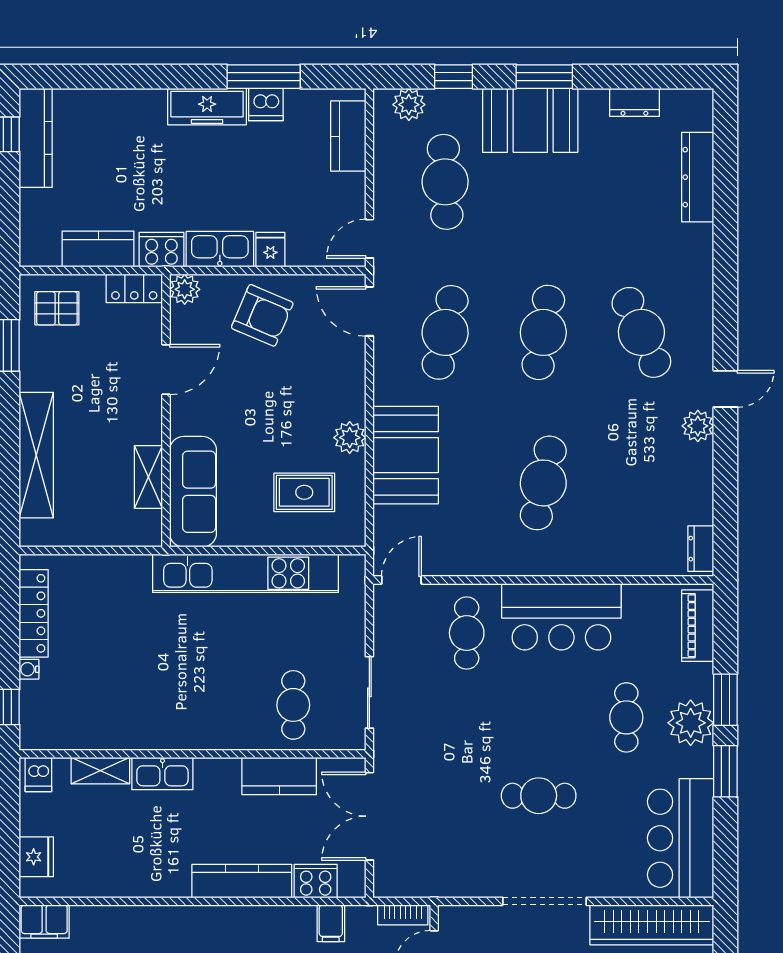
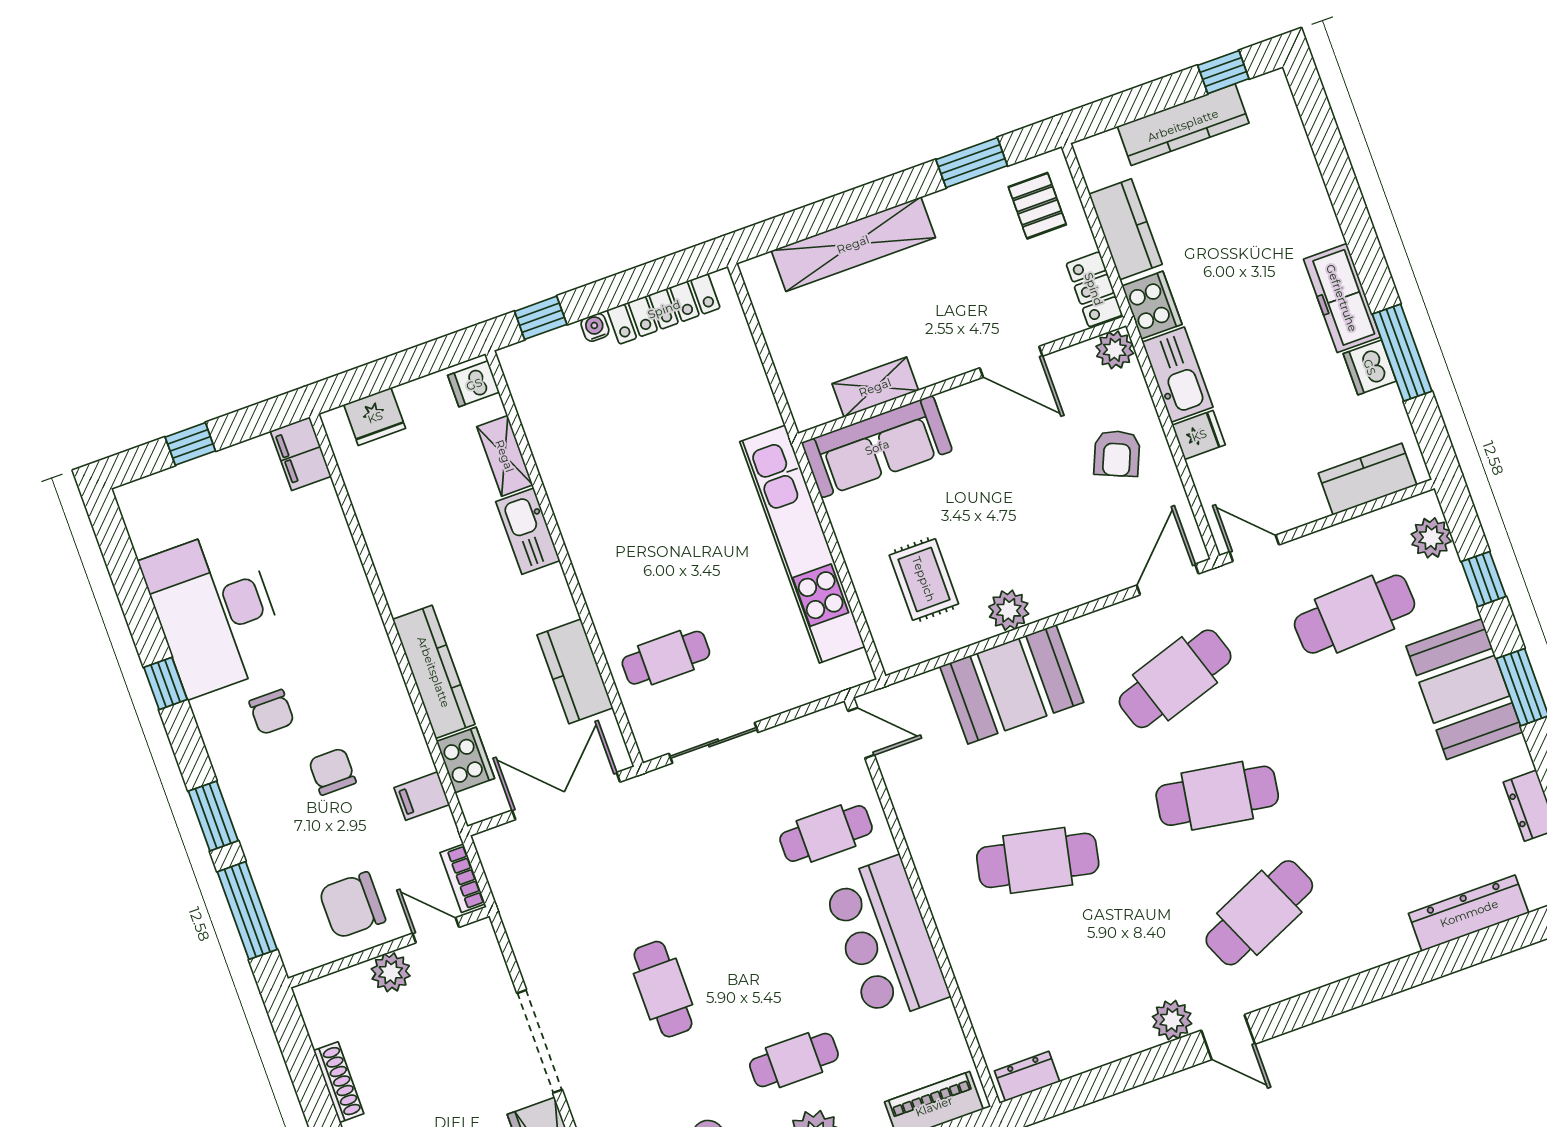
kitchen counter: (36, 138) -> (1183, 125), moved
armchair: (262, 315) -> (1117, 453), width x0.72, depth x0.72
cafe table: (445, 332) -> (1175, 679), turned -30

